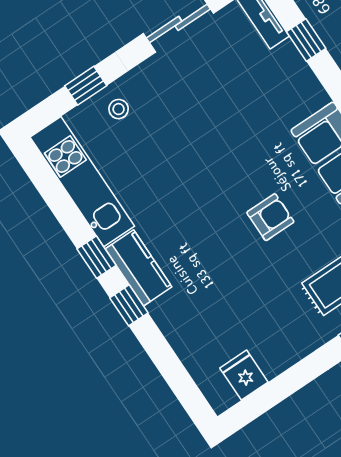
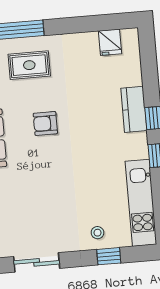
kitchen counter: (139, 268) -> (134, 109), moved

